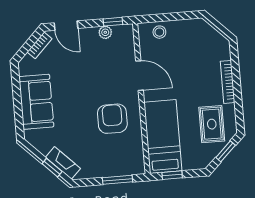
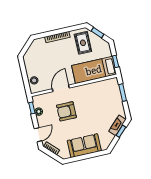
armchair: (112, 119) -> (66, 111), moved
rug: (212, 124) -> (83, 43), turned 90

